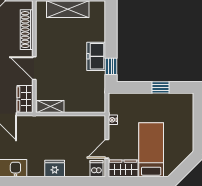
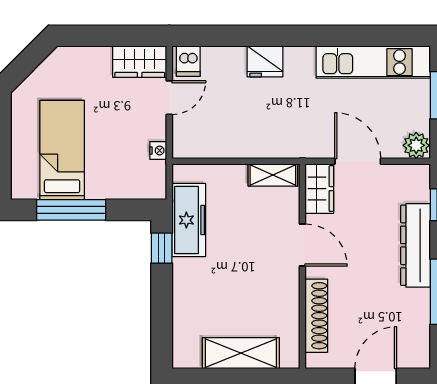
freezer: (96, 56) -> (189, 220), moved, width x1.40
window: (160, 87) -> (71, 210), width x2.17
bed: (151, 150) -> (62, 150), moved, turned 180

